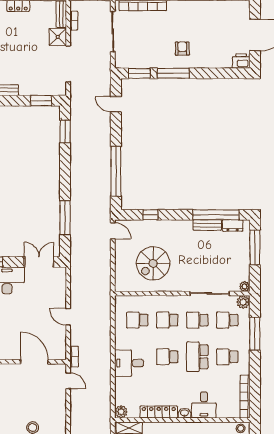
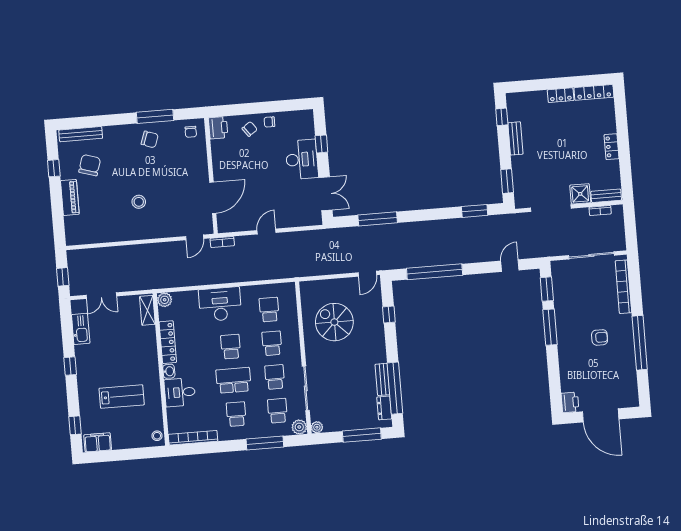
armchair: (182, 49) -> (600, 337), moved
desk: (129, 363) -> (220, 304), width x1.37

